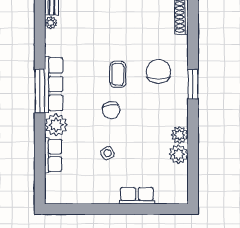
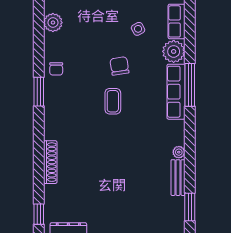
chair: (158, 71) -> (56, 69), moved, width x0.54, depth x0.54
plant: (179, 135) -> (52, 42), removed
side table: (107, 153) -> (138, 29), moved

